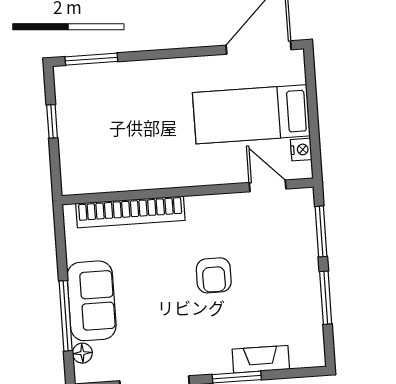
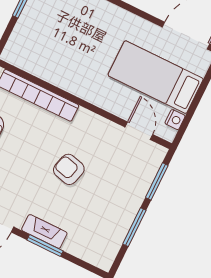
armchair: (214, 275) -> (69, 169), turned 105
fireplace: (261, 359) -> (44, 231), moved

